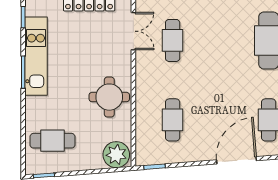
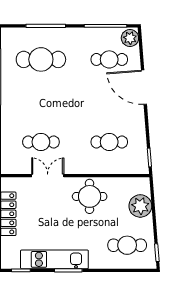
double door: (133, 31) -> (48, 176), moved
cafe table: (52, 141) -> (127, 245), turned 90
plant: (116, 155) -> (140, 206), moved

